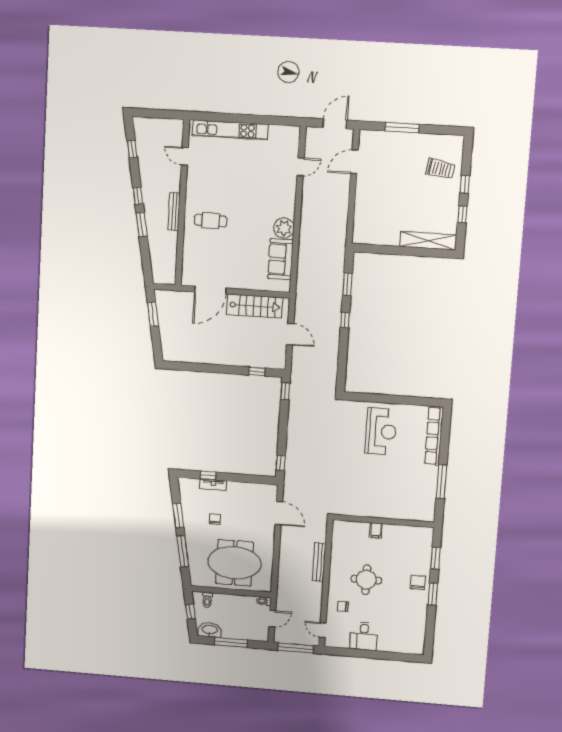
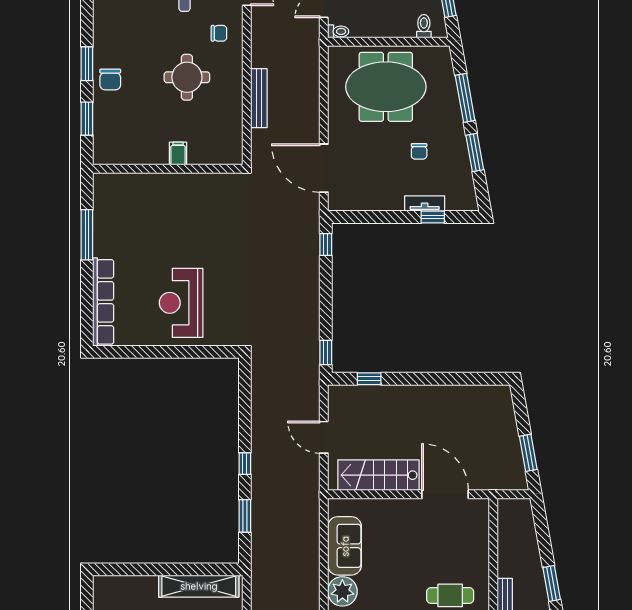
shelving: (428, 241) -> (199, 586), moved
door: (210, 290) -> (445, 494), hinge flipped
door: (279, 513) -> (324, 168), width x1.36

